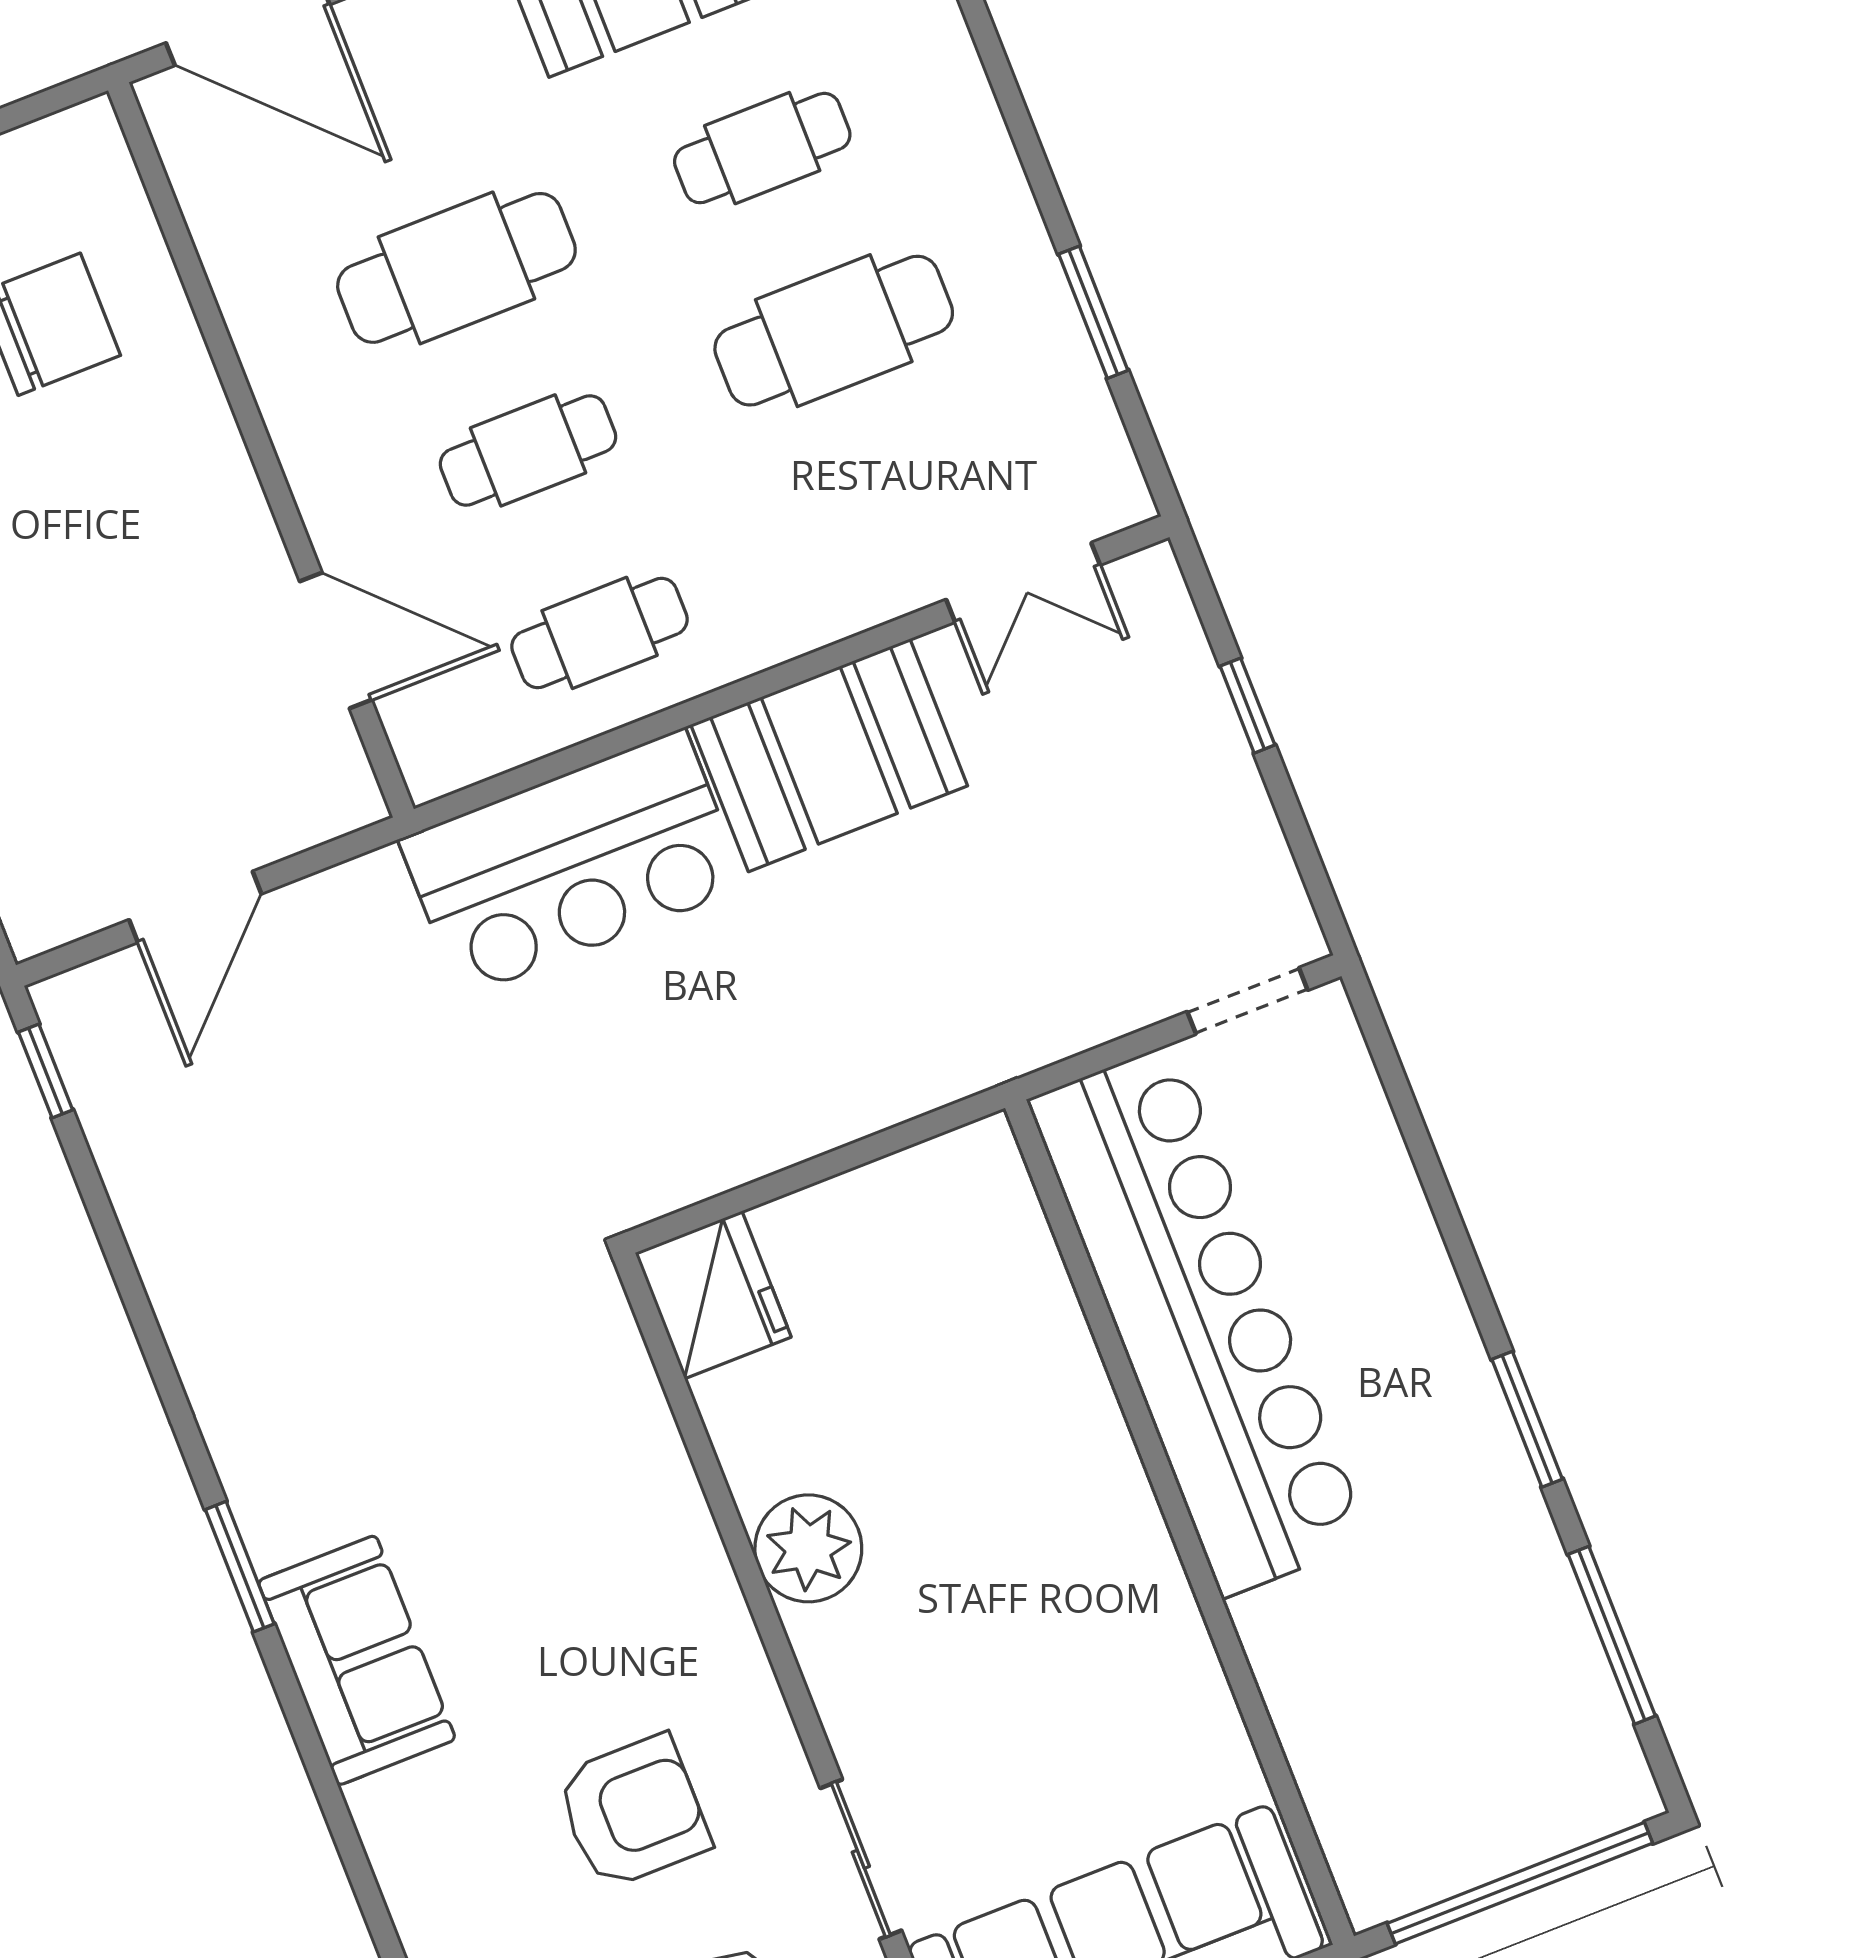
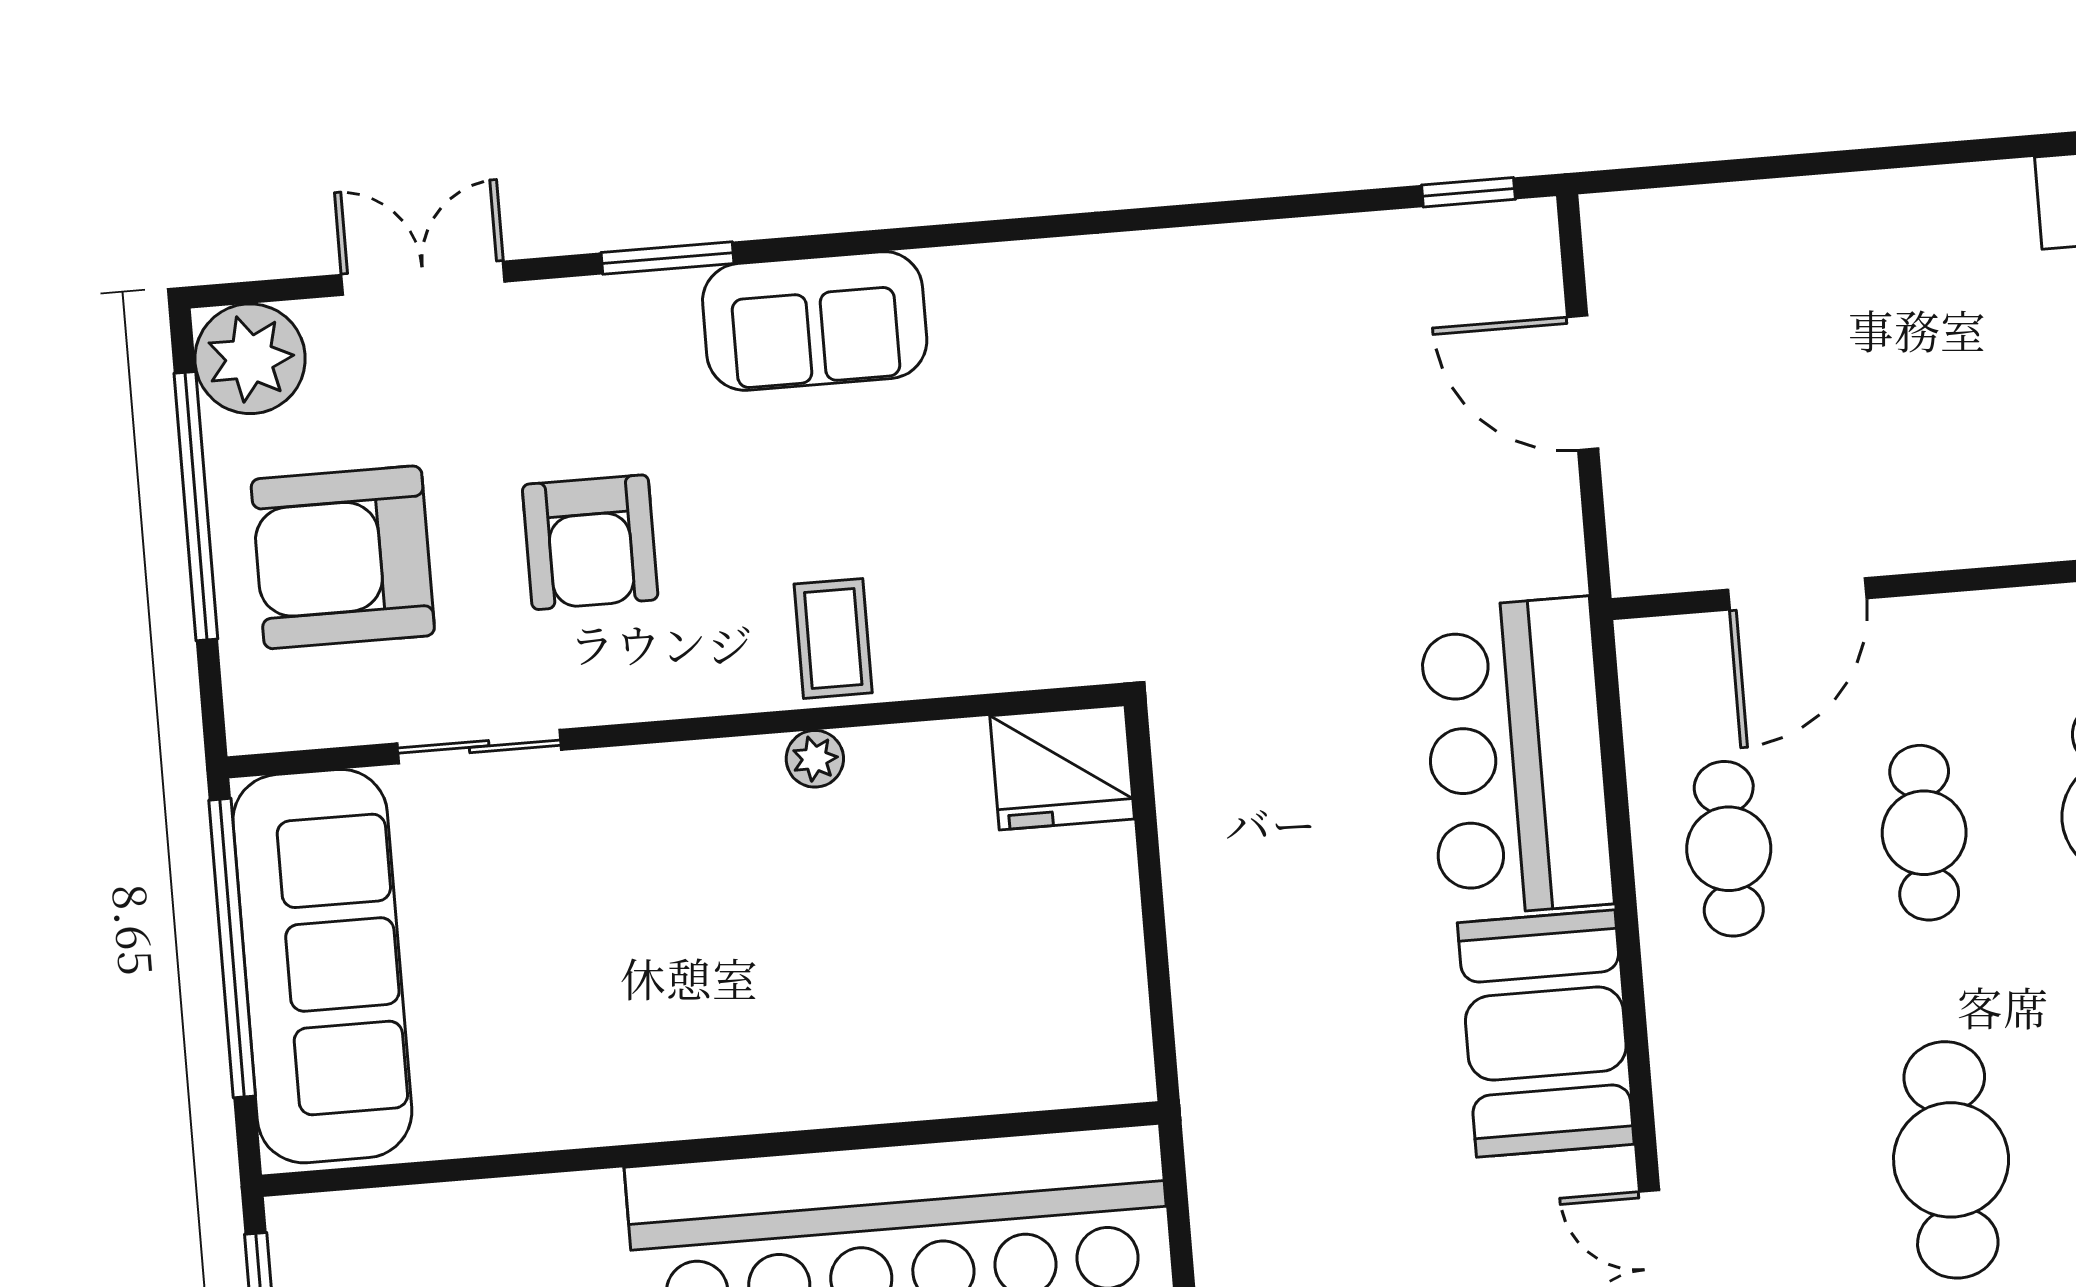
plant: (808, 1548) -> (815, 759), width x0.53, depth x0.53
coffee table: (656, 1551) -> (833, 638), added
window: (240, 1567) -> (667, 258), moved

